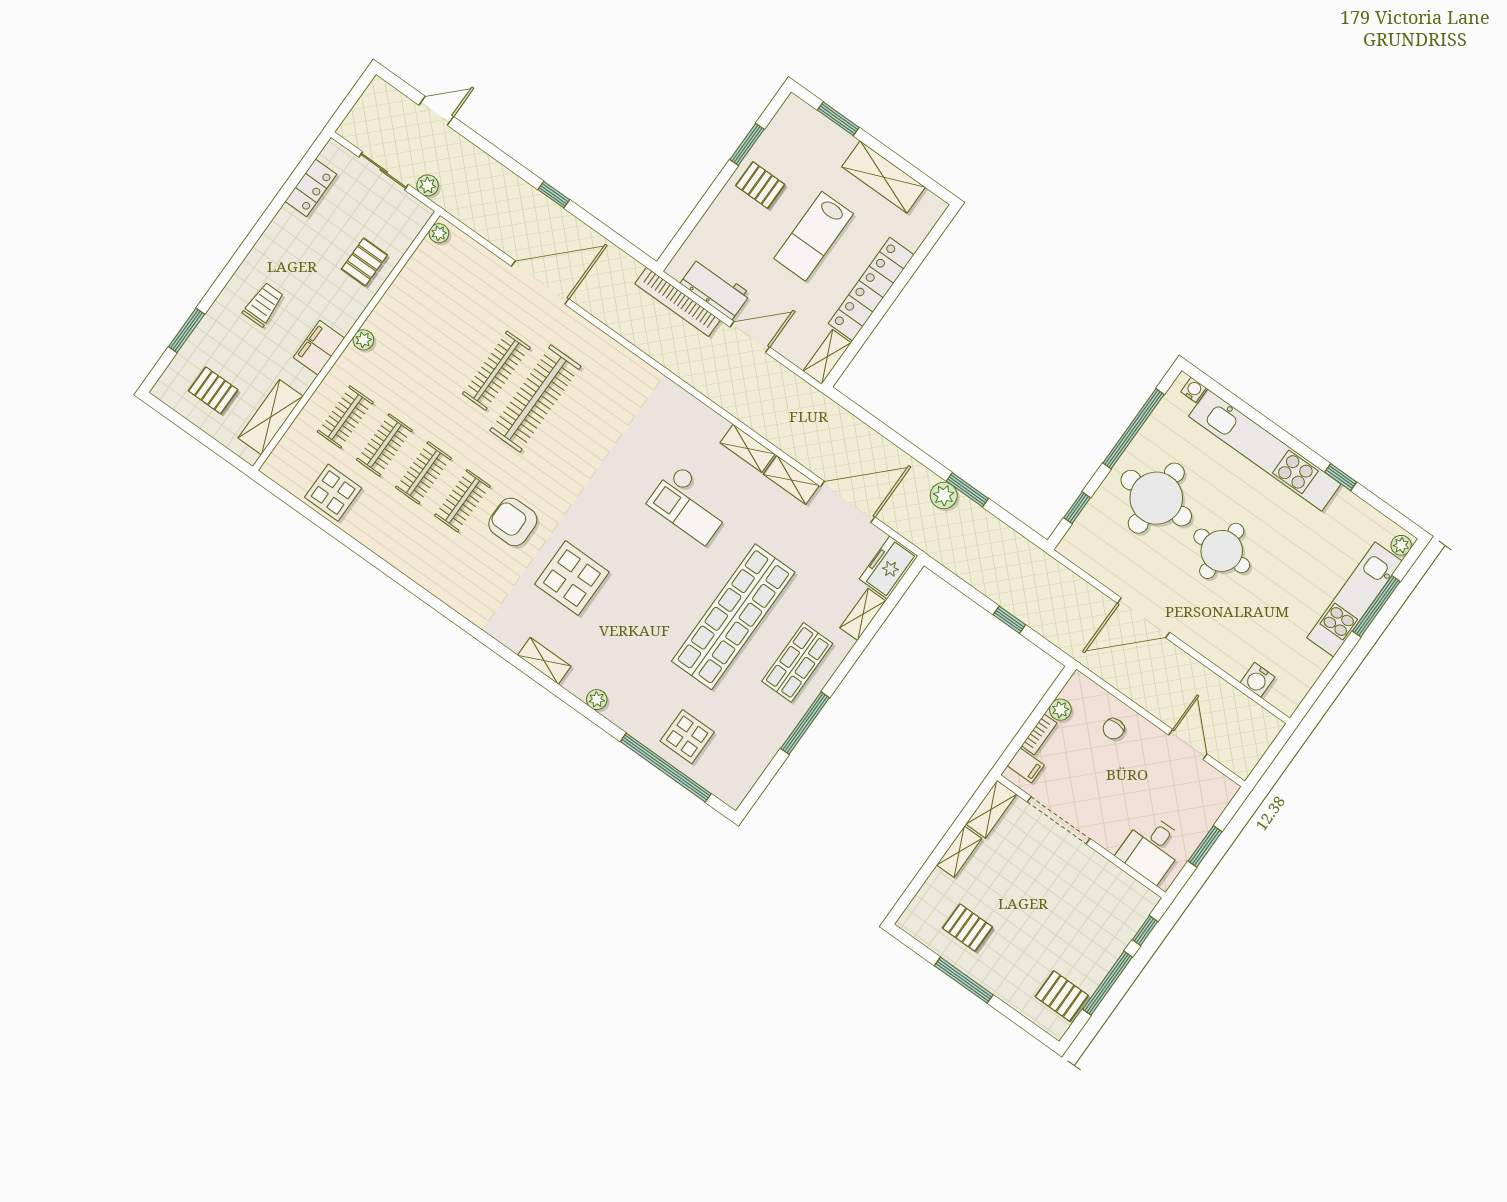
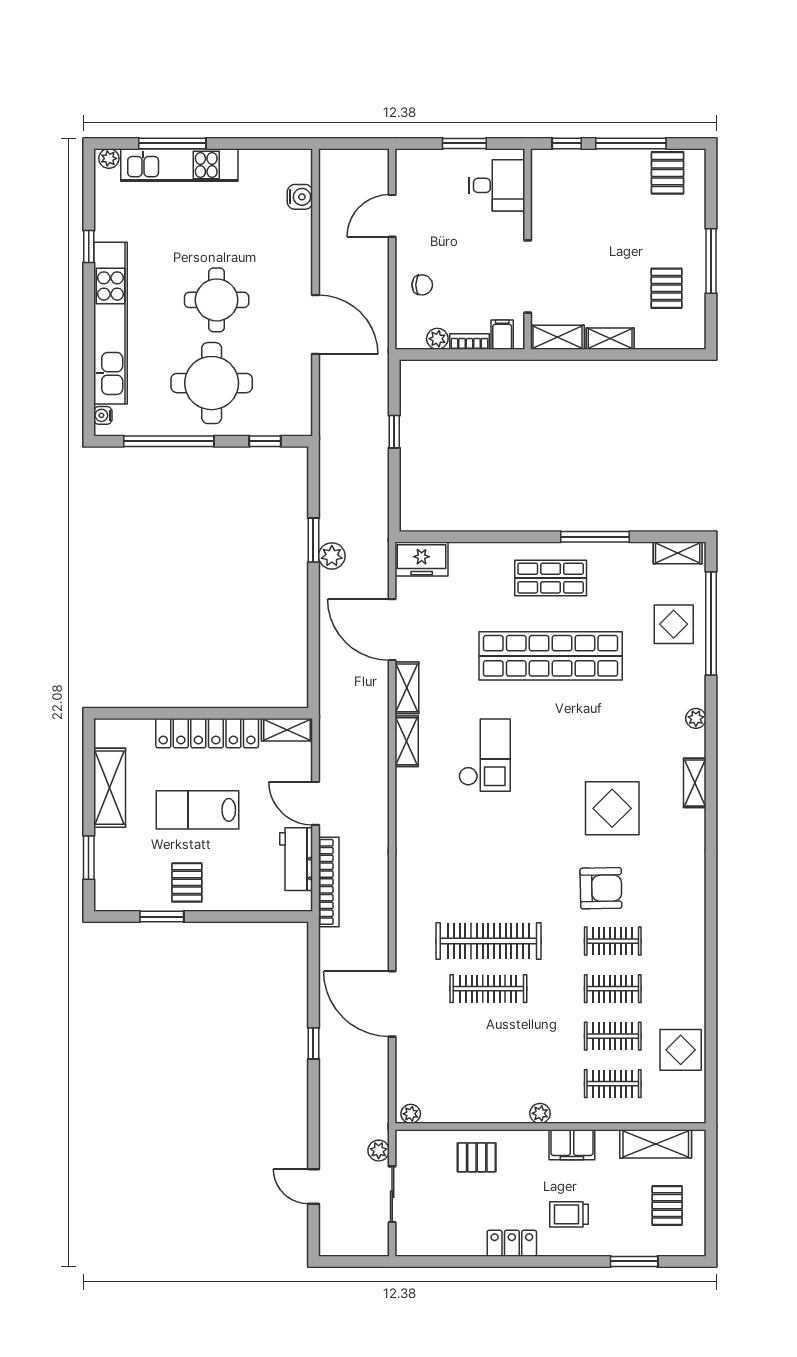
locker: (311, 188) -> (512, 1243), moved
lab bench: (814, 236) -> (198, 810), turned 180
armchair: (513, 522) -> (601, 888), turned -91
shelving: (863, 614) -> (678, 553), moved

